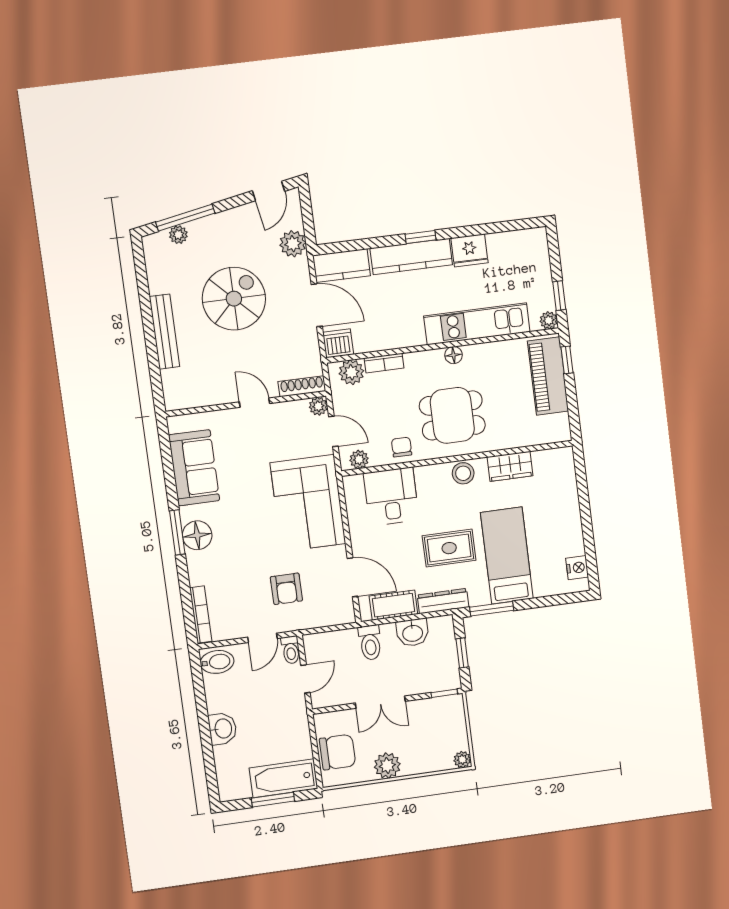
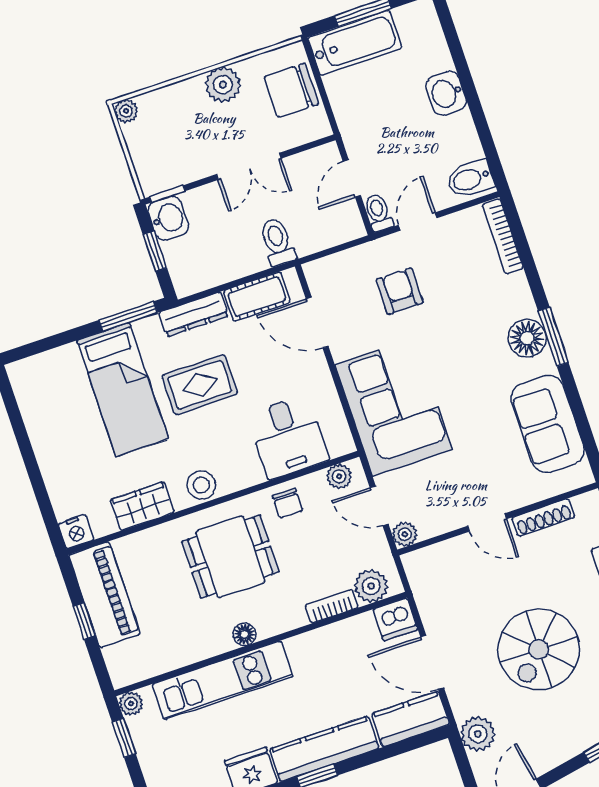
window: (567, 360) -> (84, 621), moved
piano: (548, 376) -> (104, 595), moved
shoe rack: (302, 386) -> (543, 517), moved
nightstand: (577, 568) -> (76, 532), moved, turned -90
washbasin: (413, 633) -> (168, 218), moved, turned 90
double door: (380, 702) -> (249, 166), swing flipped

